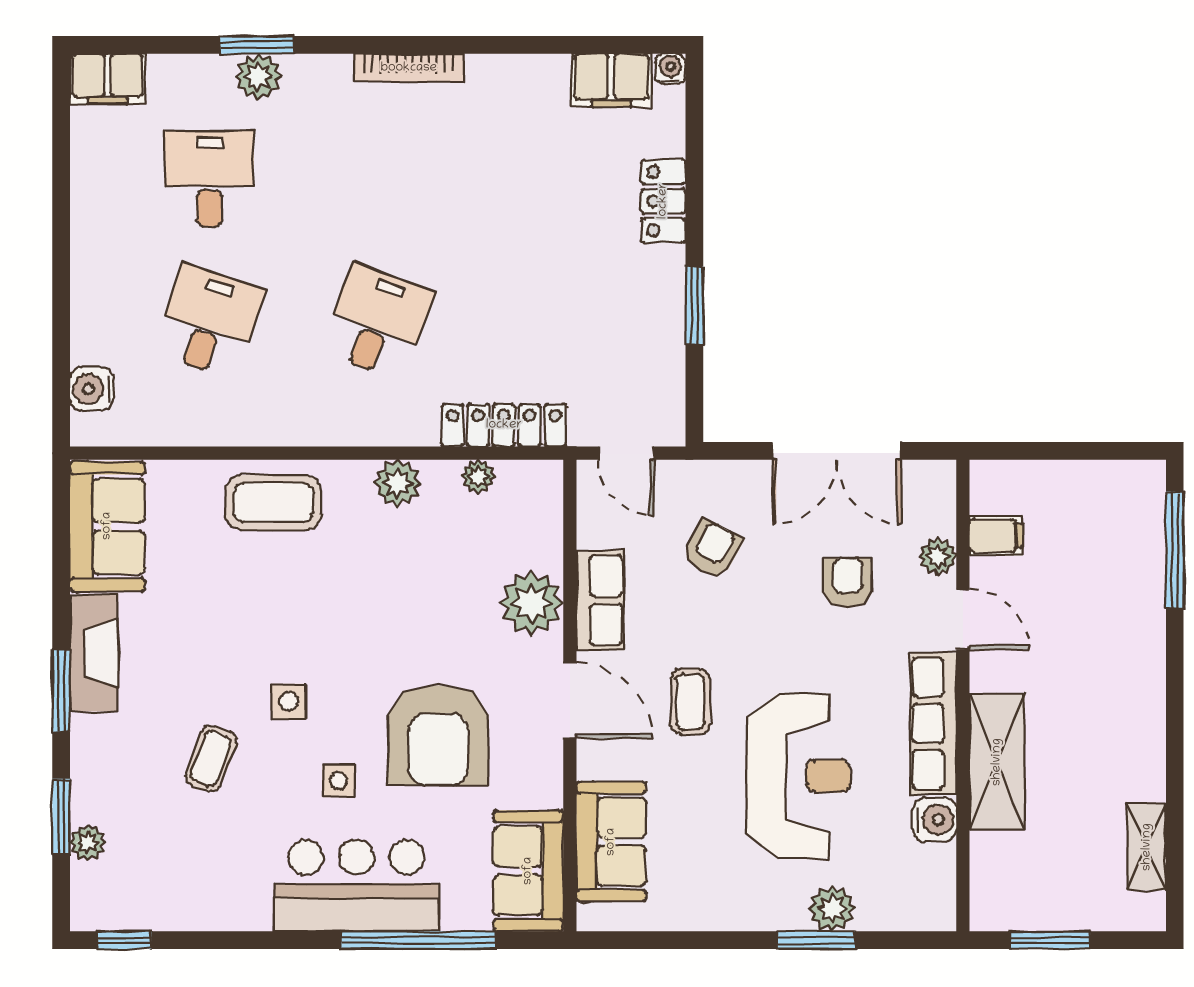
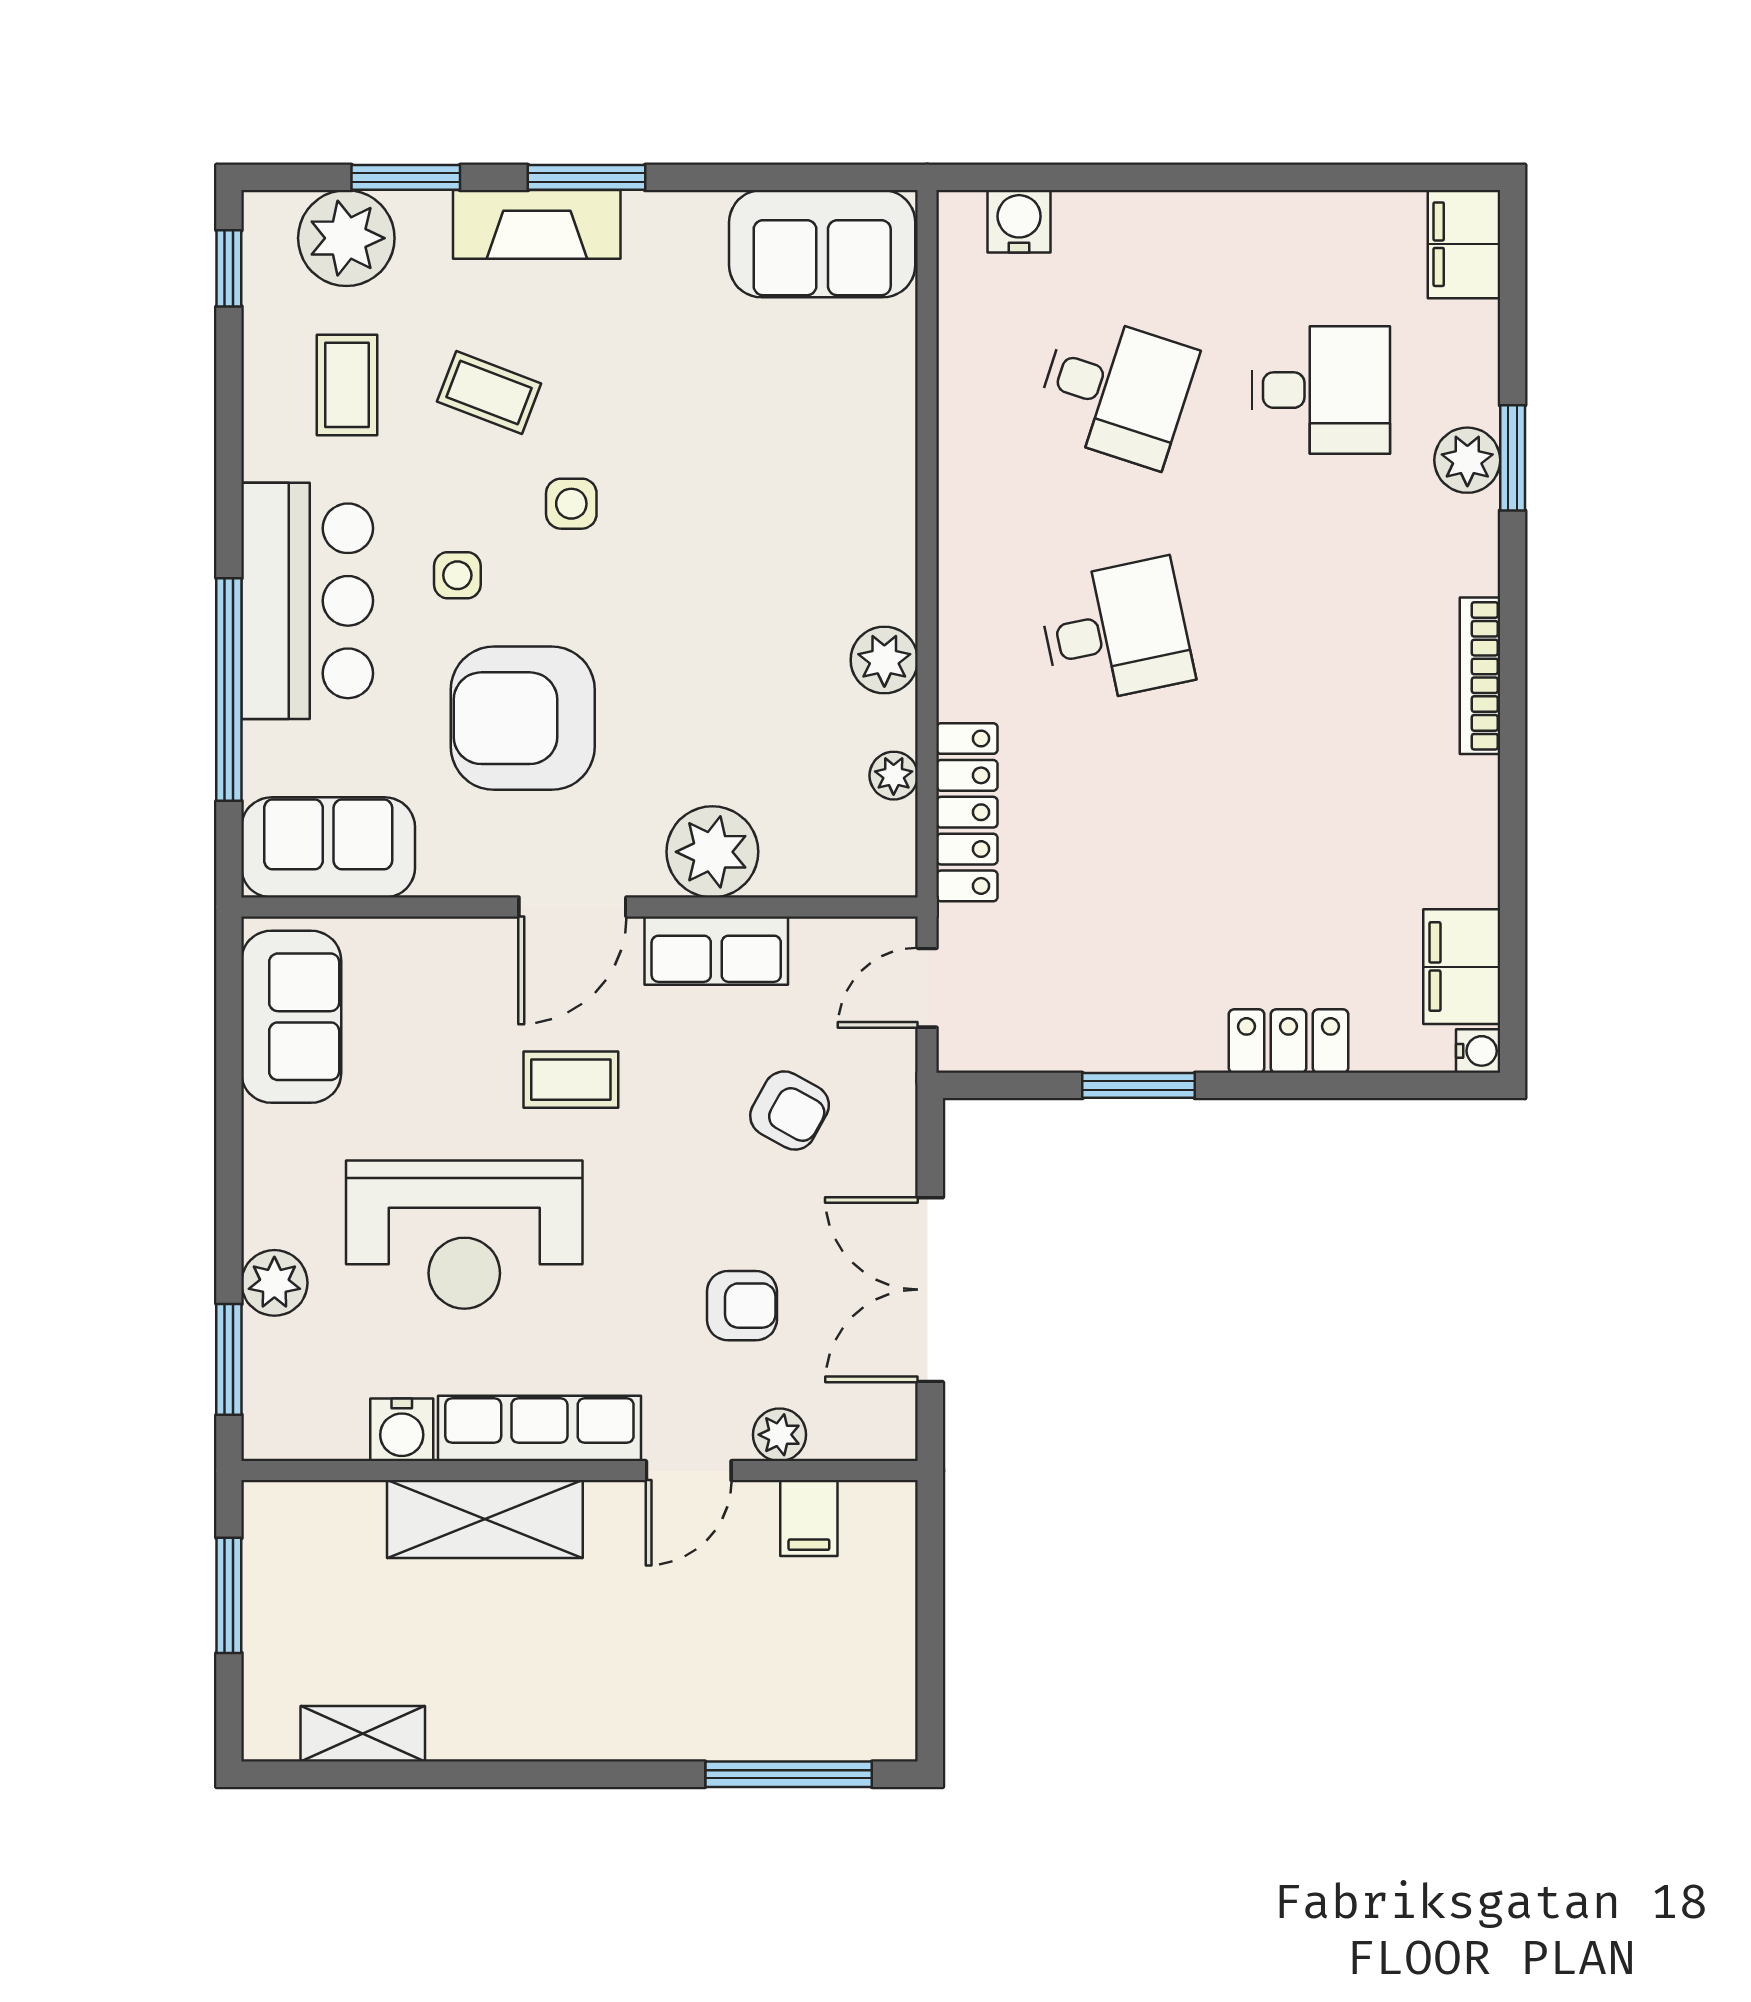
desk: (378, 322) -> (1116, 631), turned -33
coffee table: (273, 502) -> (347, 385), moved, width x0.73, depth x0.77
fireplace: (94, 653) -> (537, 224), moved
sofa: (611, 842) -> (291, 1017), moved, turned -90
plant: (88, 843) -> (346, 238), width x1.88, depth x1.88
window: (816, 940) -> (229, 1359), moved

